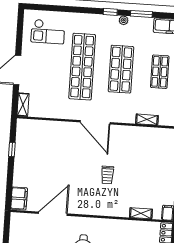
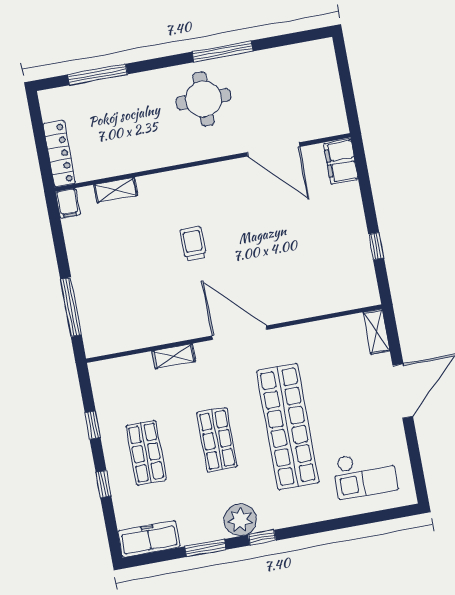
plant: (124, 20) -> (240, 520), width x1.88, depth x1.88
checkout: (48, 32) -> (365, 474), turned 180
shop shelf: (121, 69) -> (217, 440), width x0.70, depth x0.74
shelving: (147, 120) -> (174, 356), moved
door: (53, 214) -> (274, 149), hinge flipped

